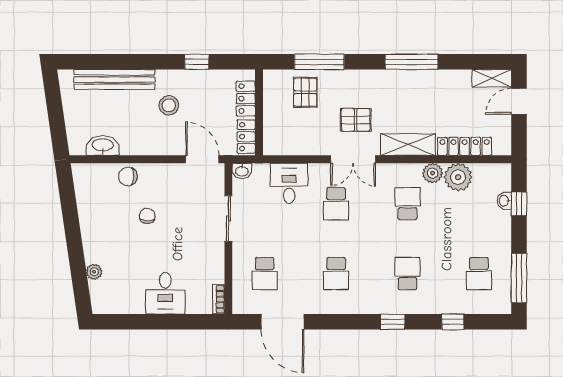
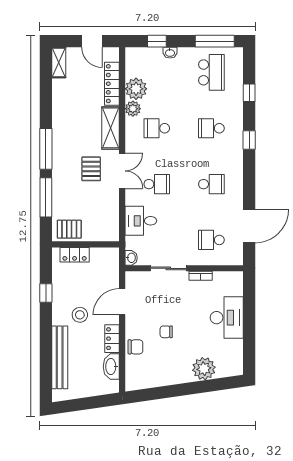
window: (411, 62) -> (46, 149), moved
pallet: (305, 92) -> (69, 229), moved
door: (519, 101) -> (92, 41), moved
locker: (246, 137) -> (112, 339), moved, turned 90
door: (202, 159) -> (122, 302), moved
chair: (128, 176) -> (135, 347), turned -93
washbasin: (504, 201) -> (170, 53), moved
plant: (94, 272) -> (204, 369), width x1.88, depth x1.88
school desk: (265, 274) -> (211, 240), turned 180
school desk: (479, 274) -> (211, 72), width x1.85
desk: (165, 293) -> (227, 318), width x1.37
bookcase: (219, 299) -> (201, 276), moved

